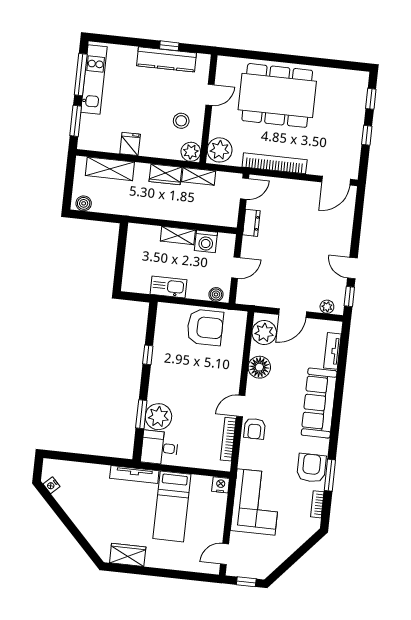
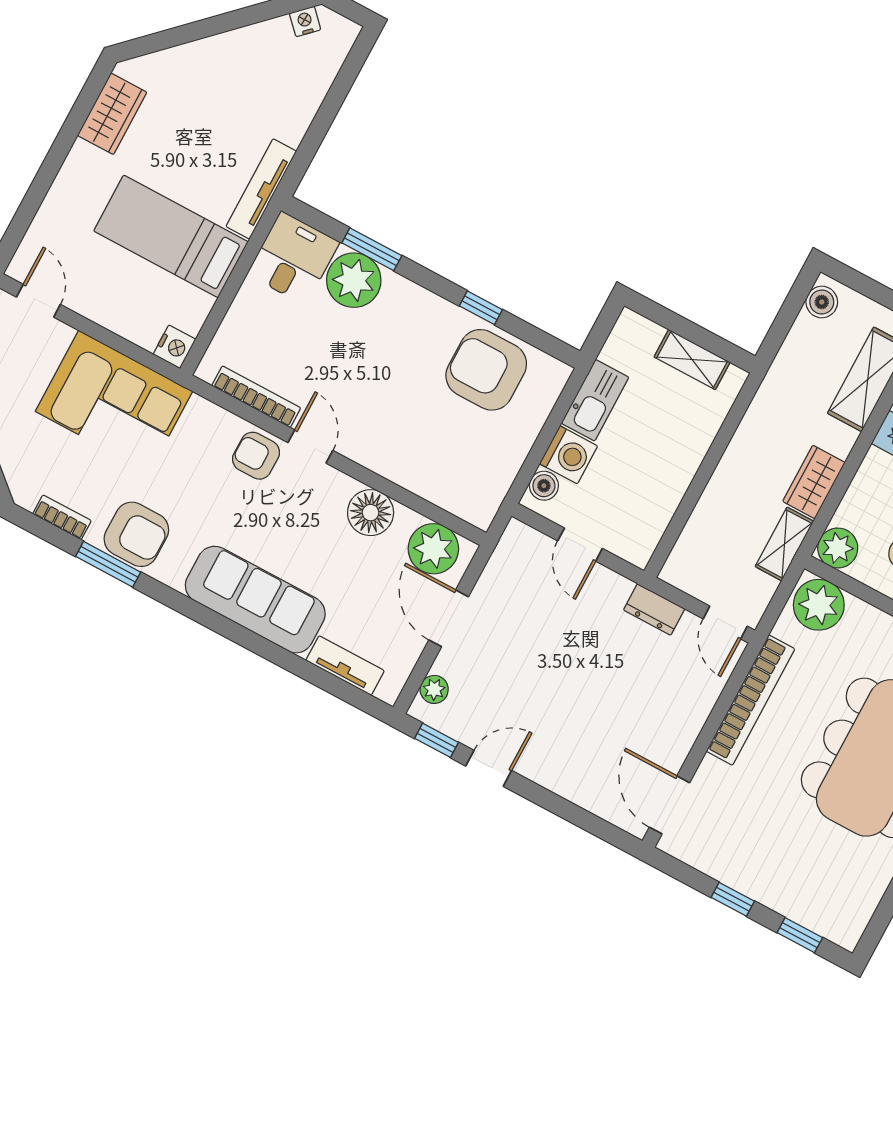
shelving: (178, 235) -> (692, 360), moved, turned 90
washing machine: (206, 241) -> (569, 455), moved, turned 180
armchair: (205, 327) -> (486, 370), moved, turned 90

